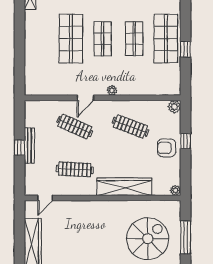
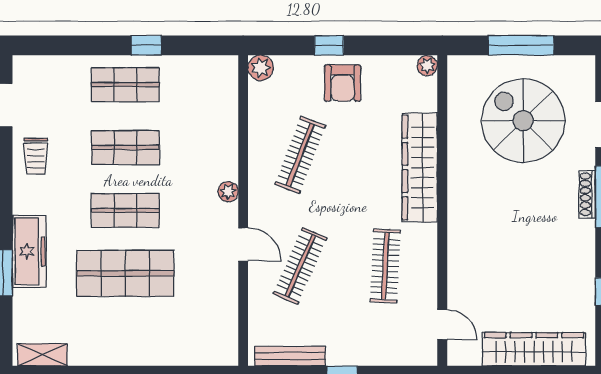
shop shelf: (166, 39) -> (125, 85), width x0.70, depth x0.74
bench: (29, 146) -> (290, 356), moved

